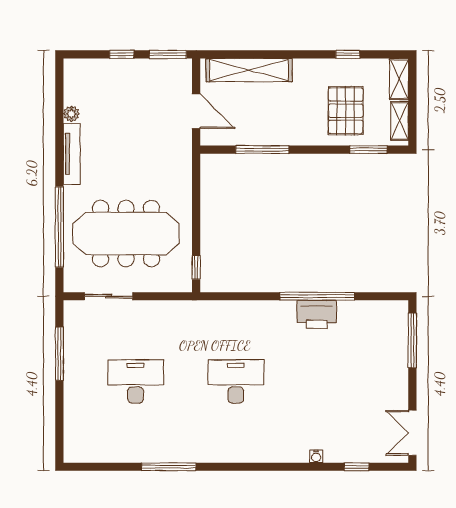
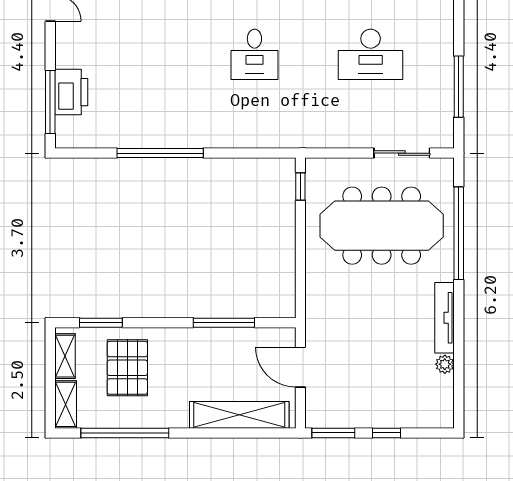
window: (348, 54) -> (125, 433), width x3.17
printer: (317, 314) -> (71, 92), moved, turned 90
desk: (236, 382) -> (254, 54), width x0.73

